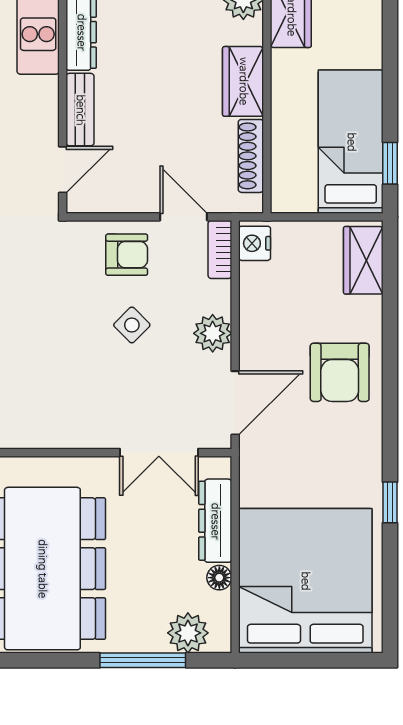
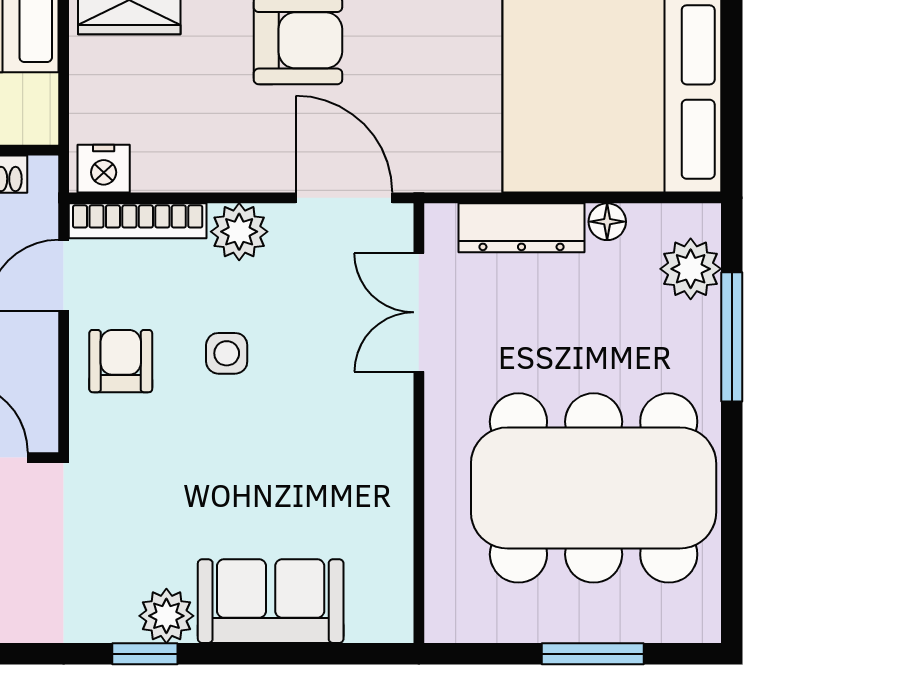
bookcase: (220, 249) -> (138, 221), width x1.56
side table: (132, 325) -> (227, 353), turned 45
double door: (159, 453) -> (419, 312), swing flipped

